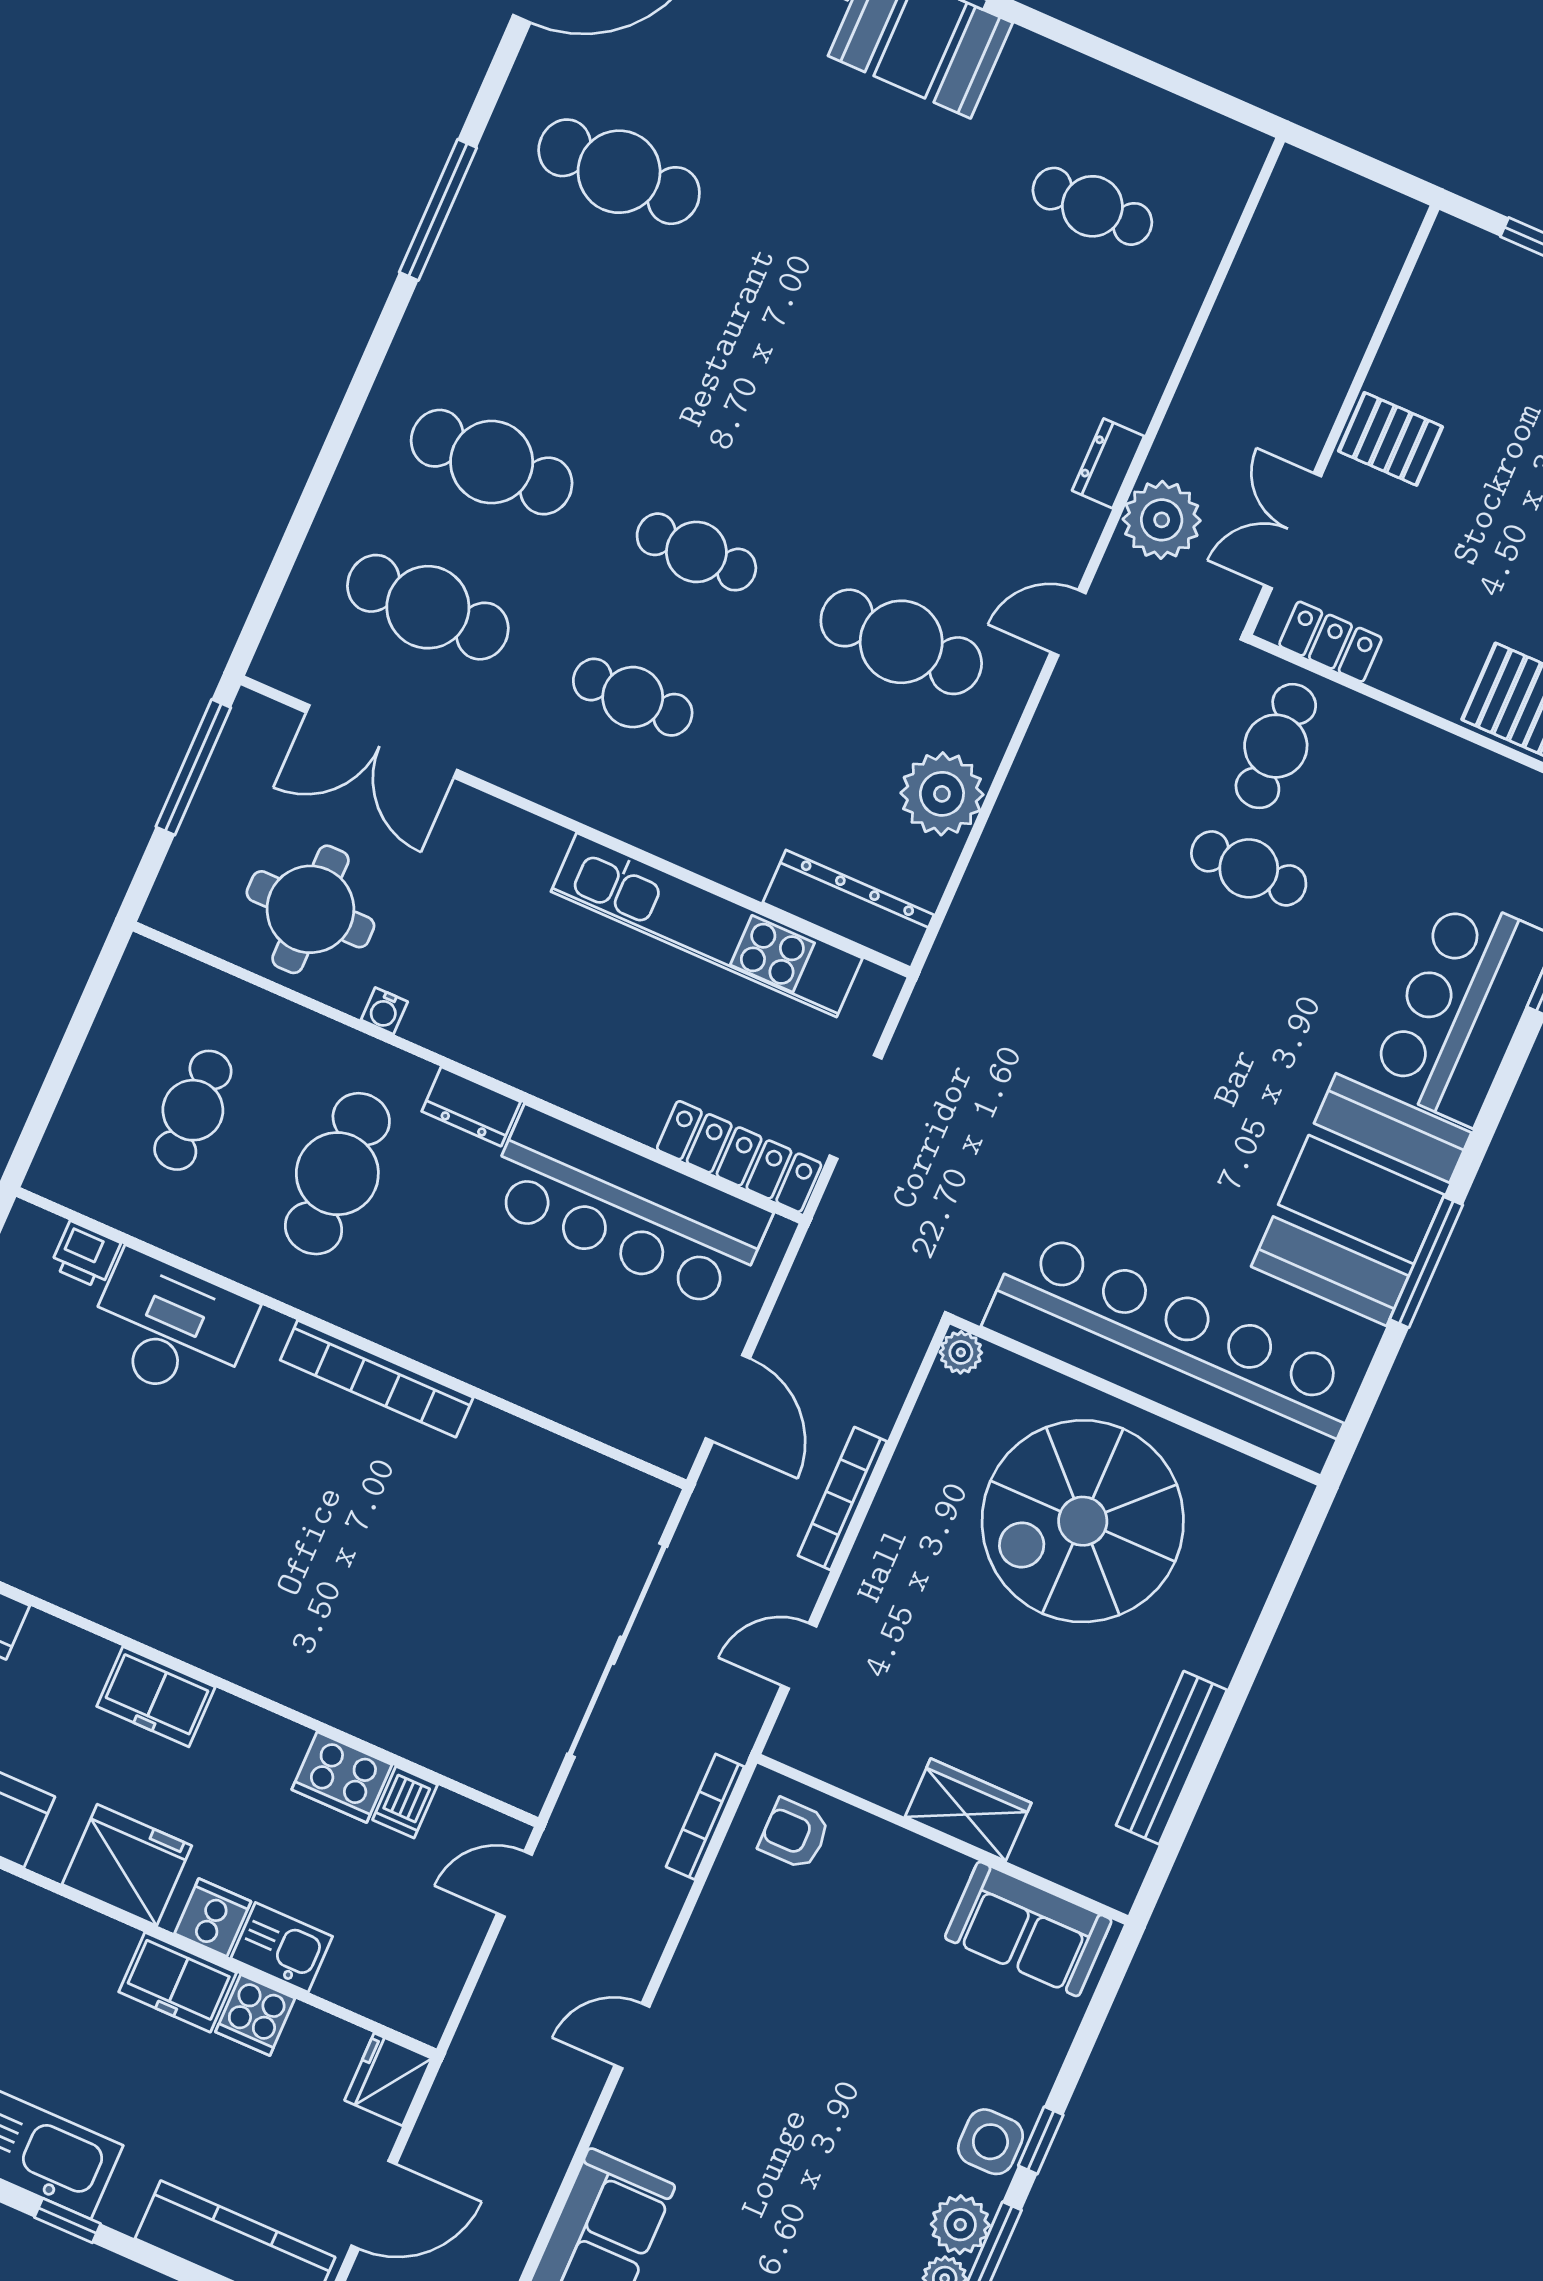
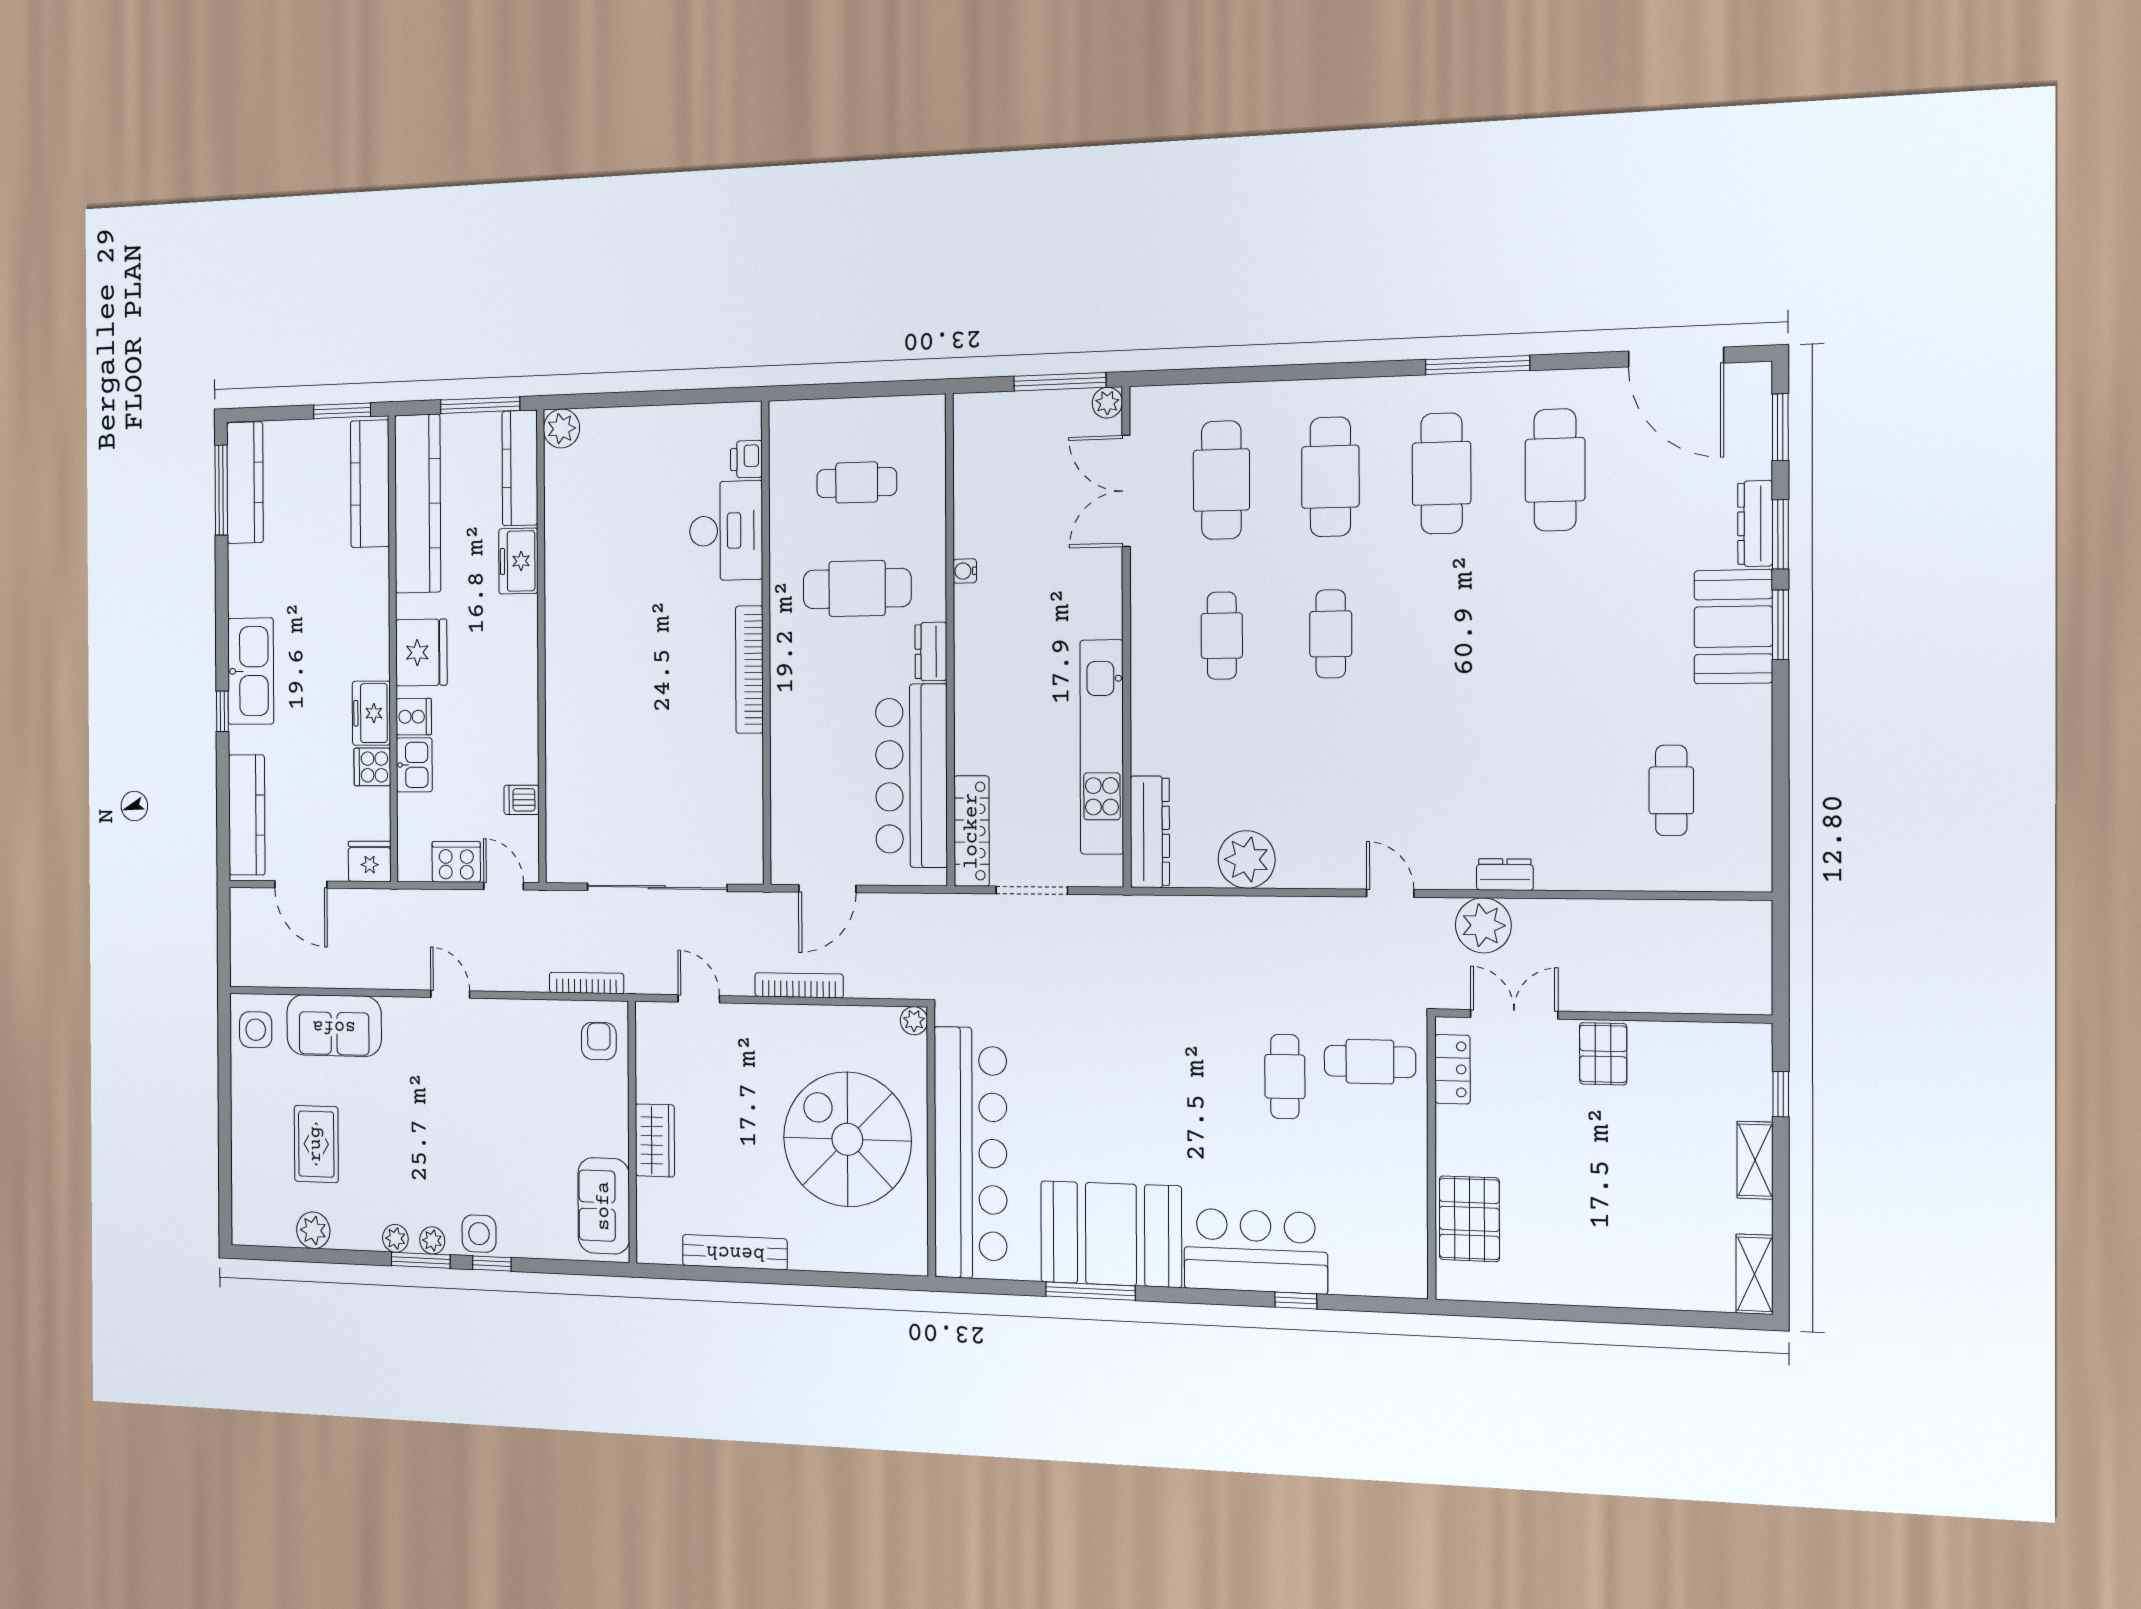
cafe table: (901, 642) -> (1442, 473), moved
plant: (252, 715) -> (1107, 403), added
round table: (310, 909) -> (1006, 496), removed
freezer: (156, 1697) -> (518, 561), moved
cooker: (342, 1777) -> (456, 862), moved, turned 90
plant: (960, 2225) -> (432, 1240), width x0.73, depth x0.73

